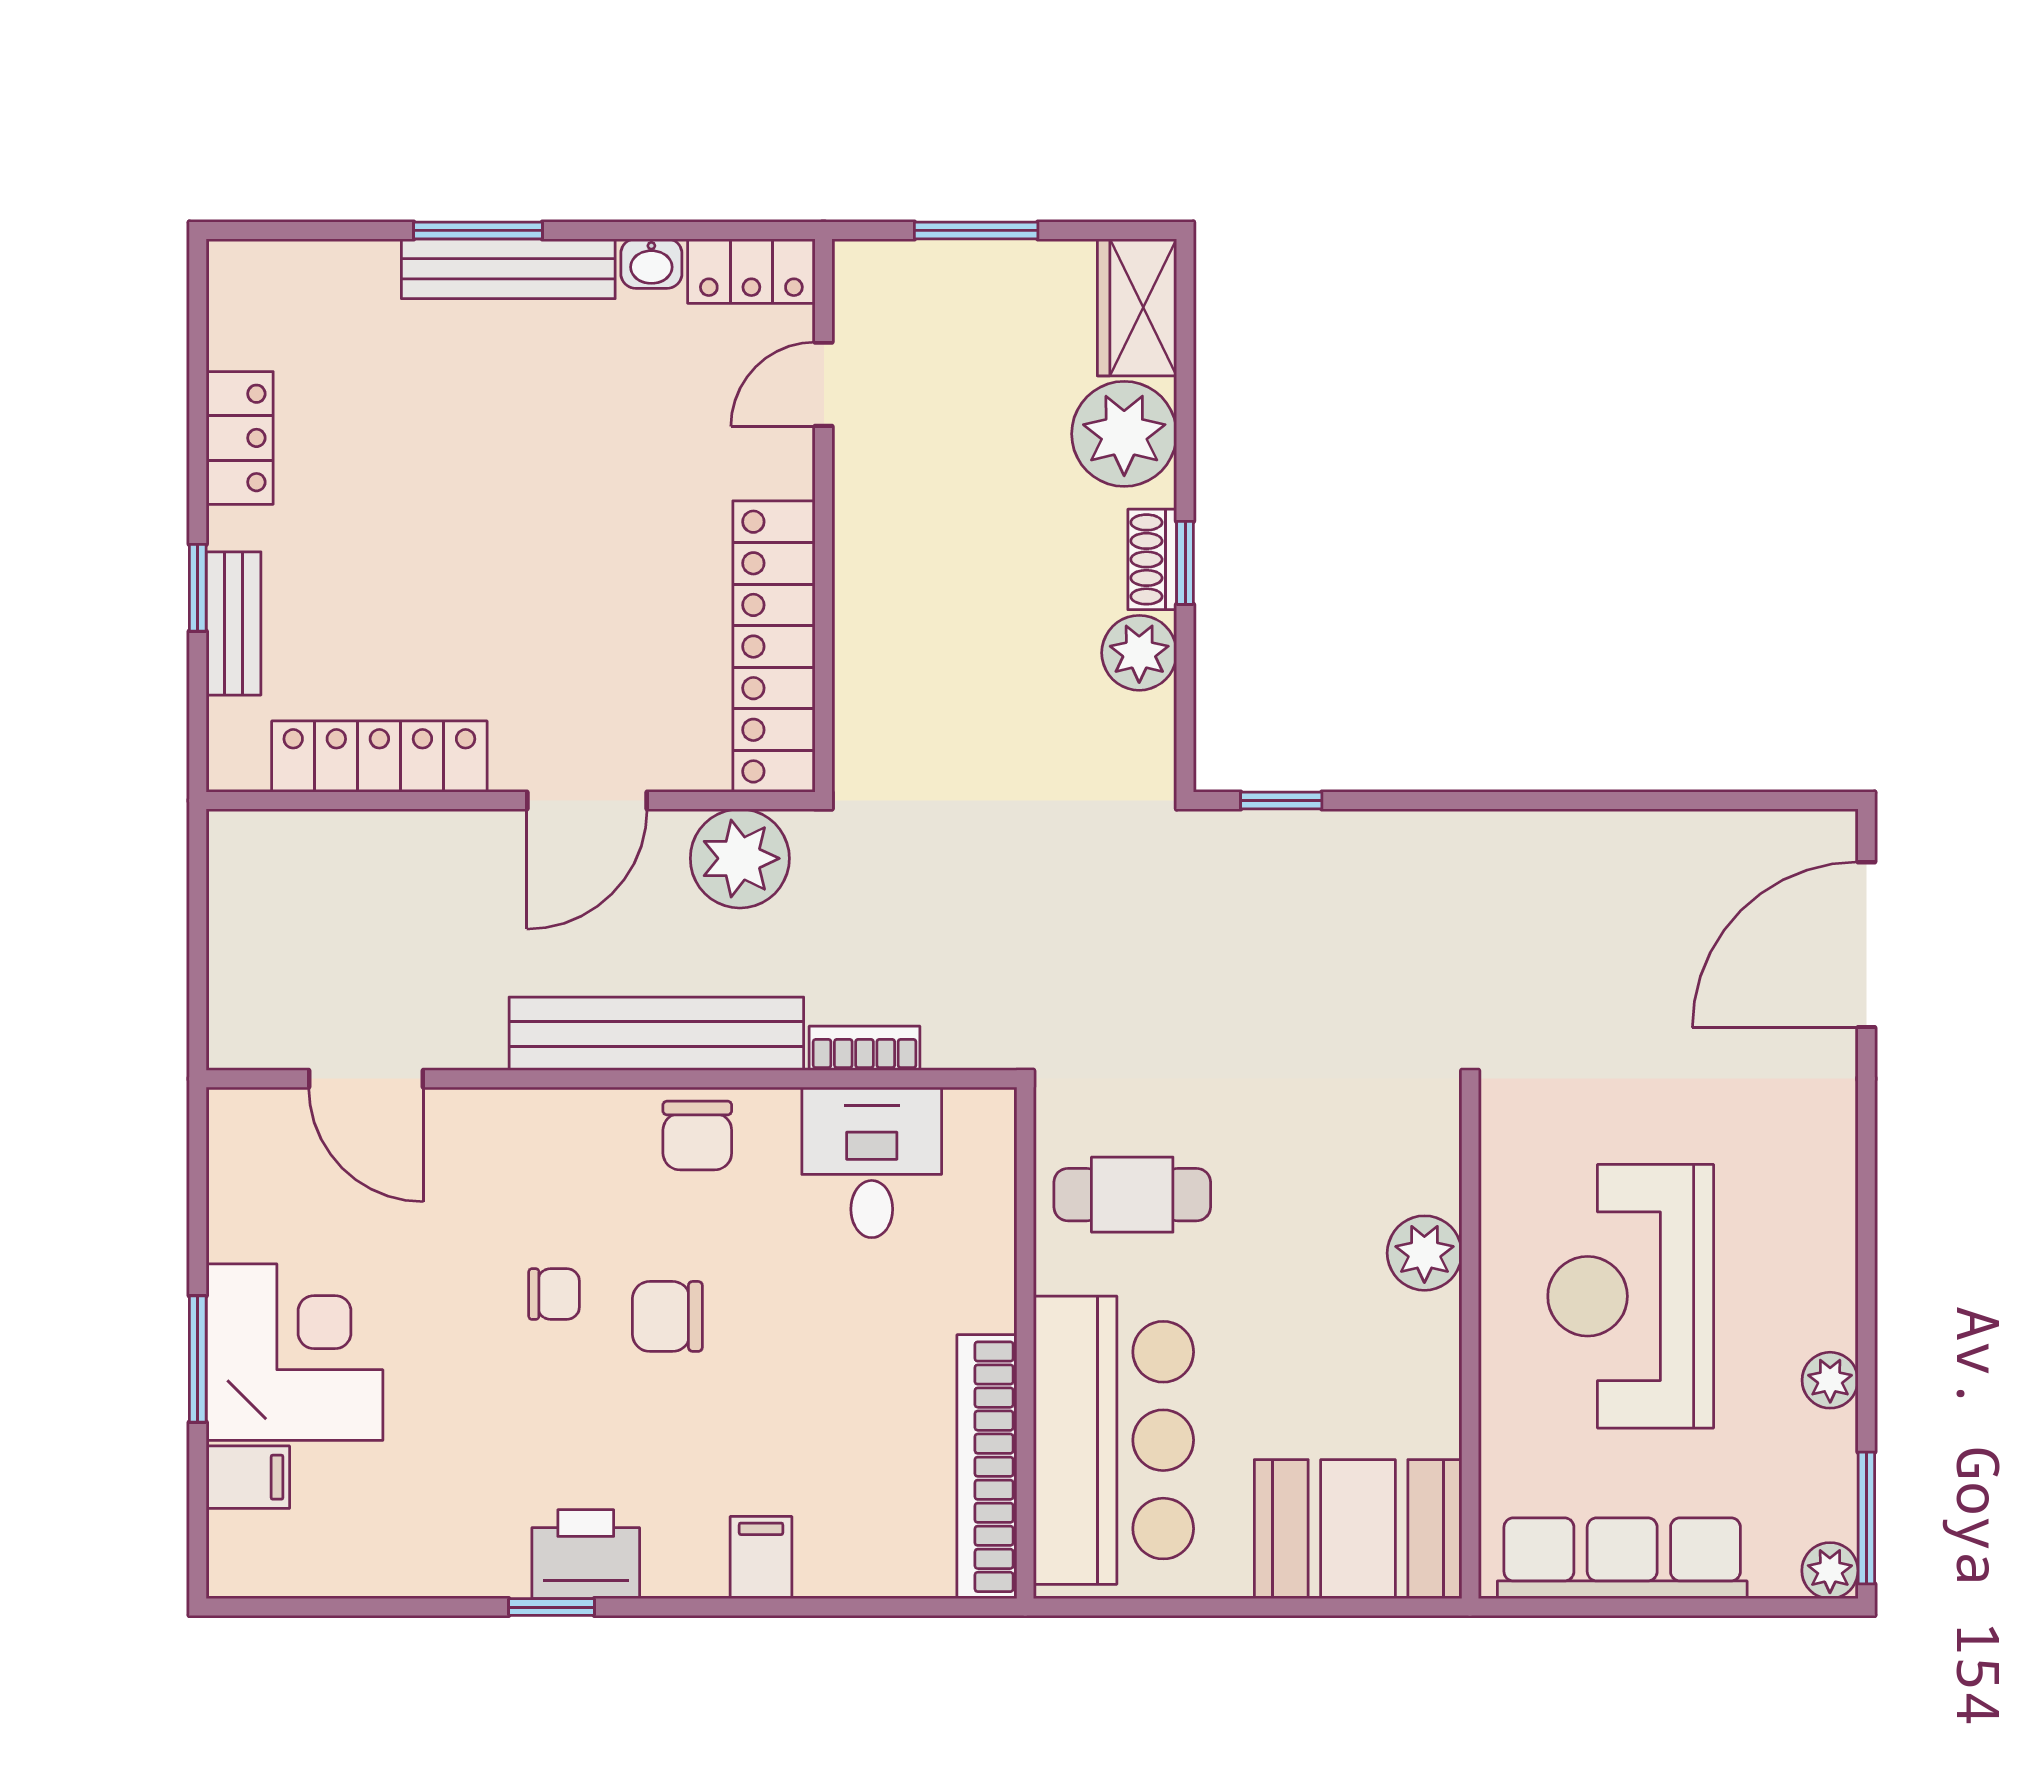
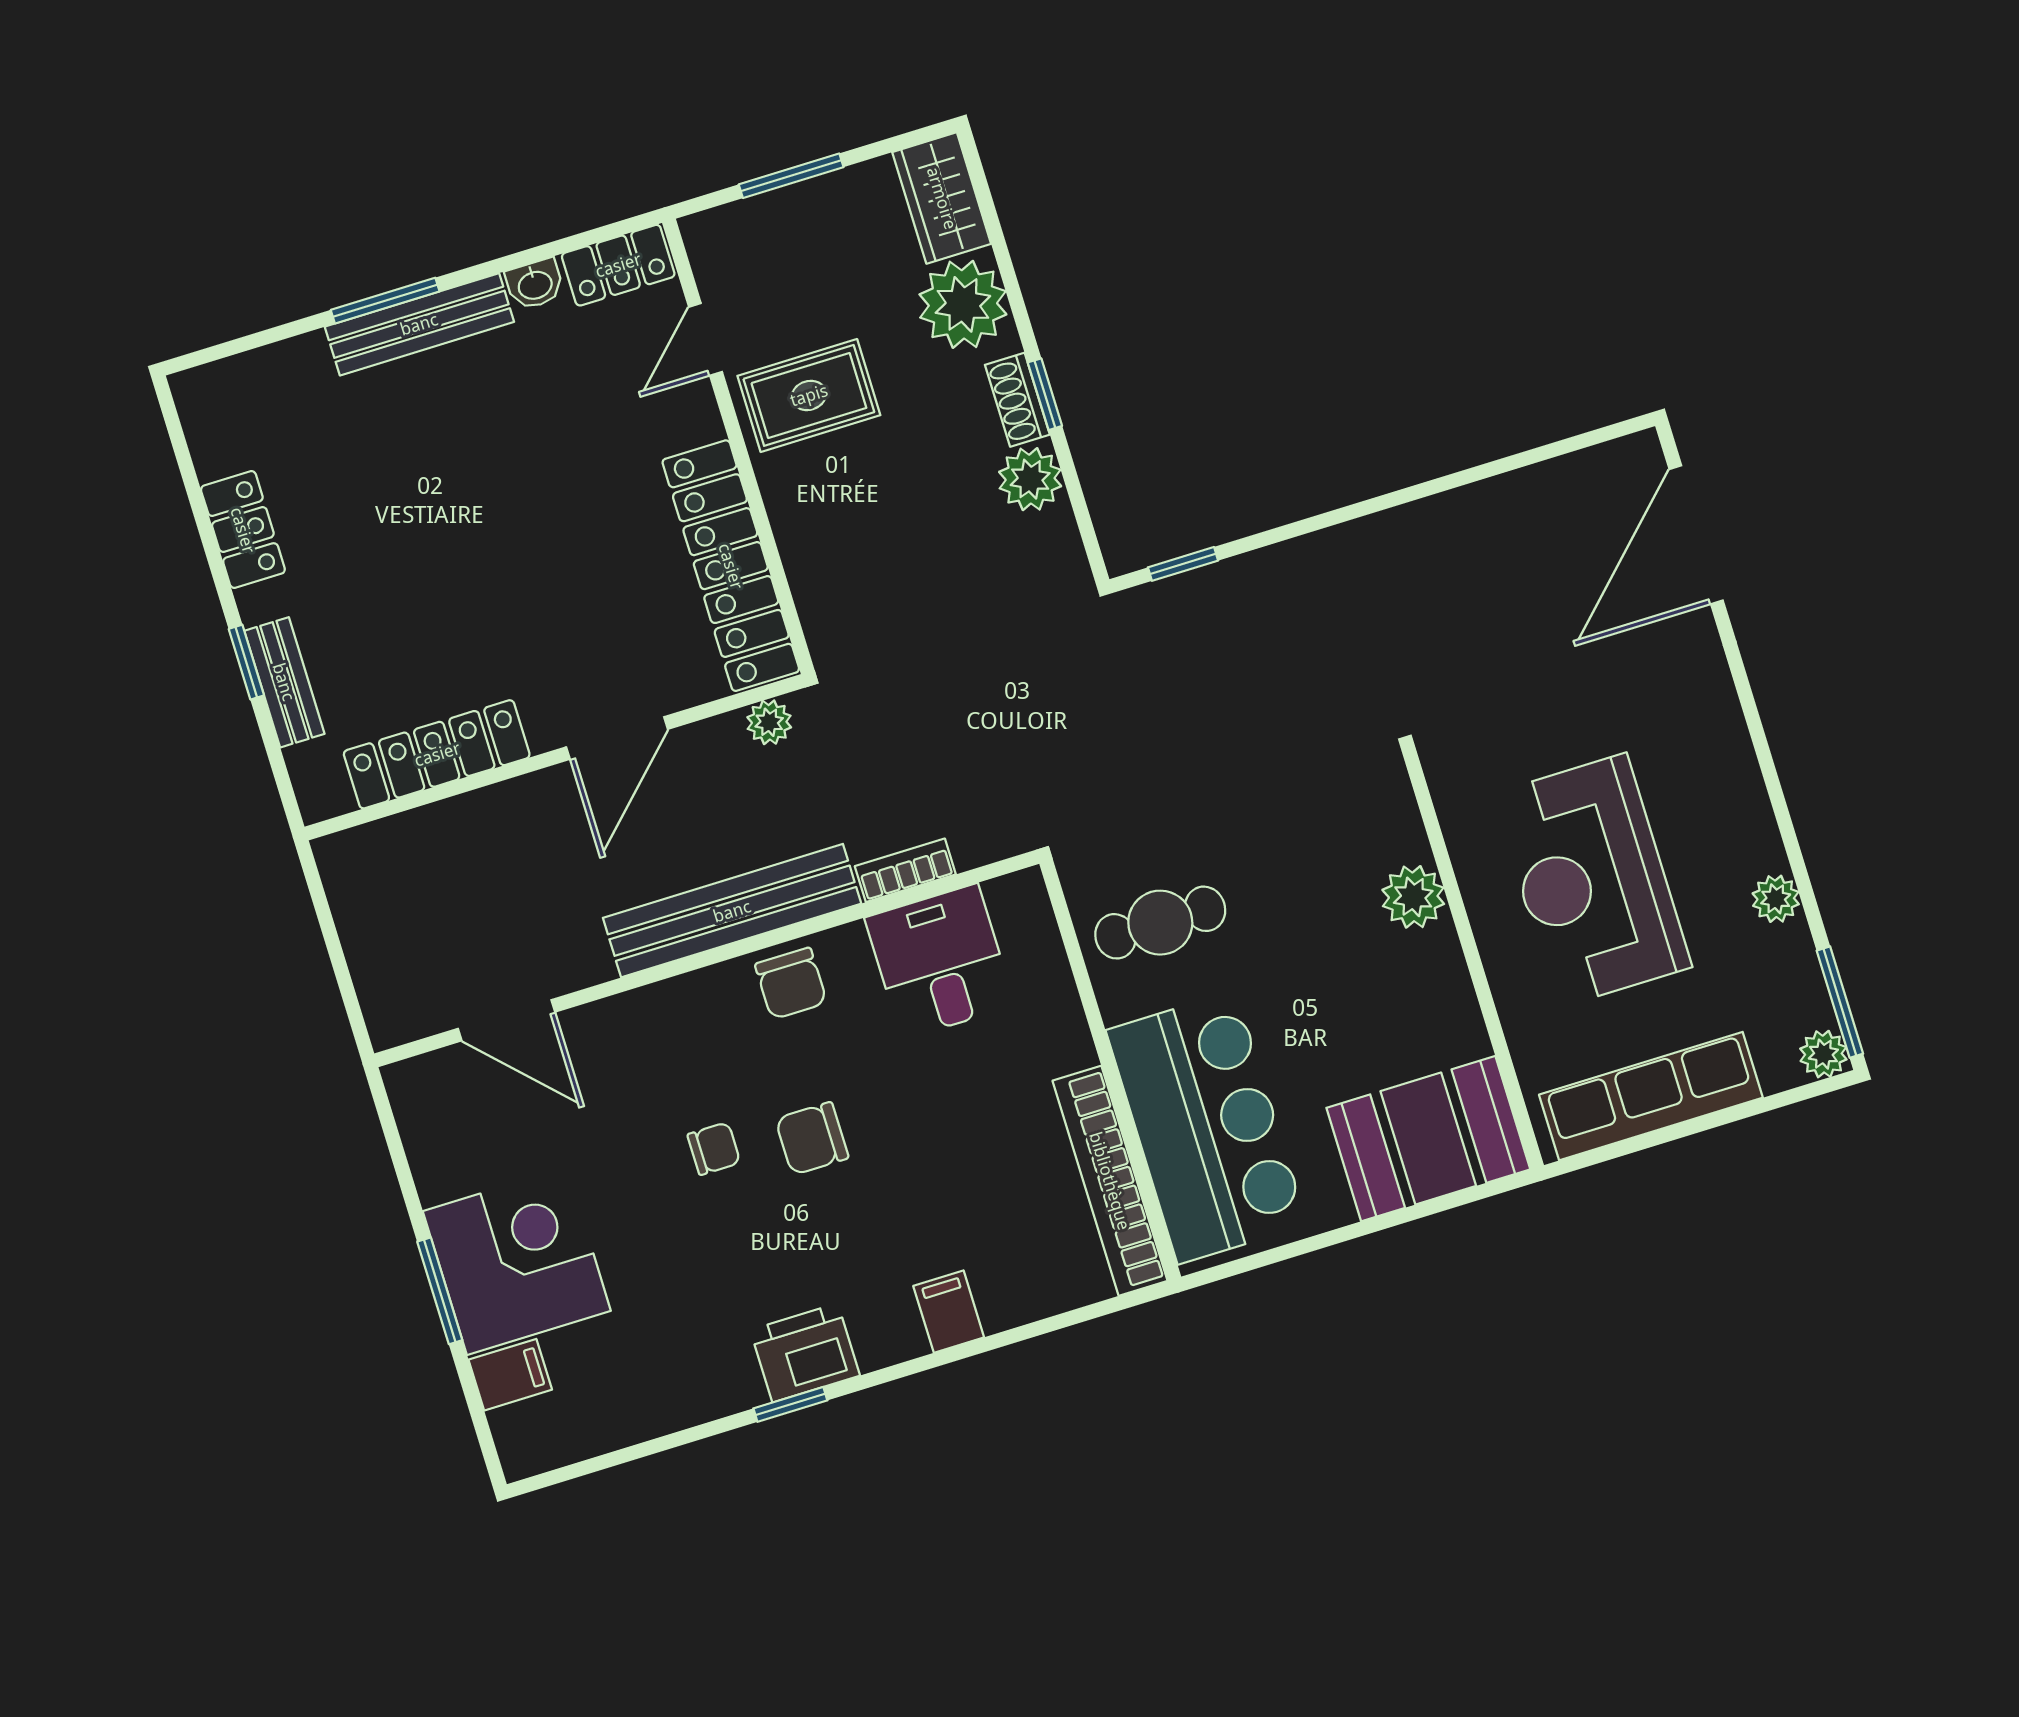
rug: (920, 483) -> (809, 395), added
plant: (740, 858) -> (769, 722), width x0.53, depth x0.53

